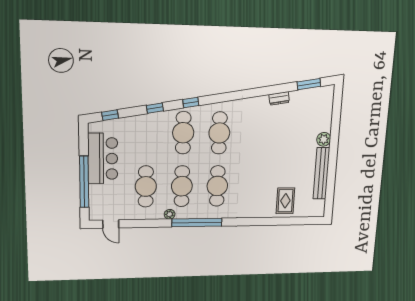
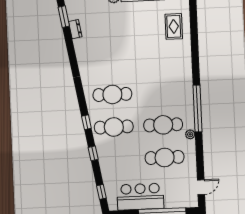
dresser: (279, 98) -> (75, 29), moved
cafe table: (217, 186) -> (162, 92), removed
rug: (285, 201) -> (174, 26), turned 90

